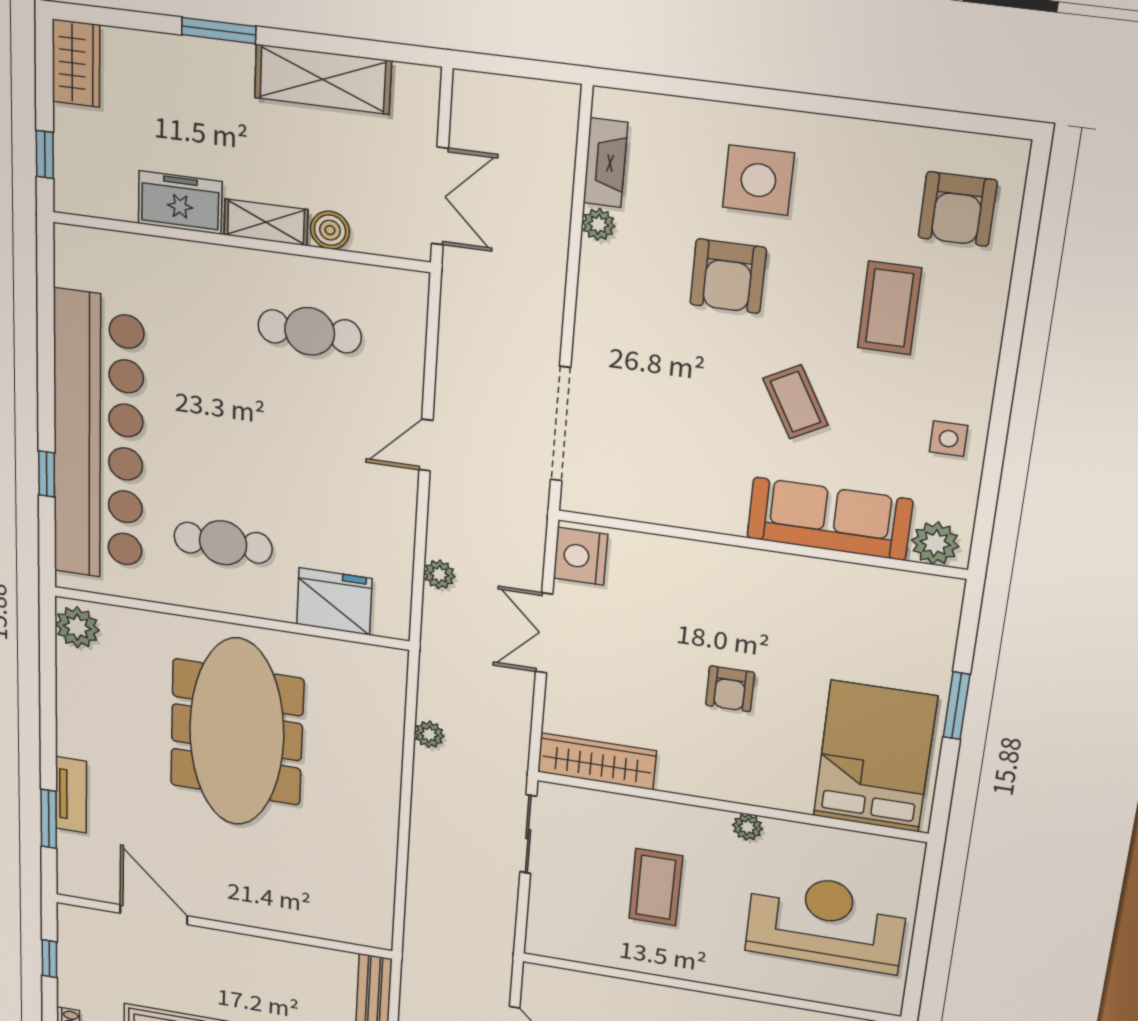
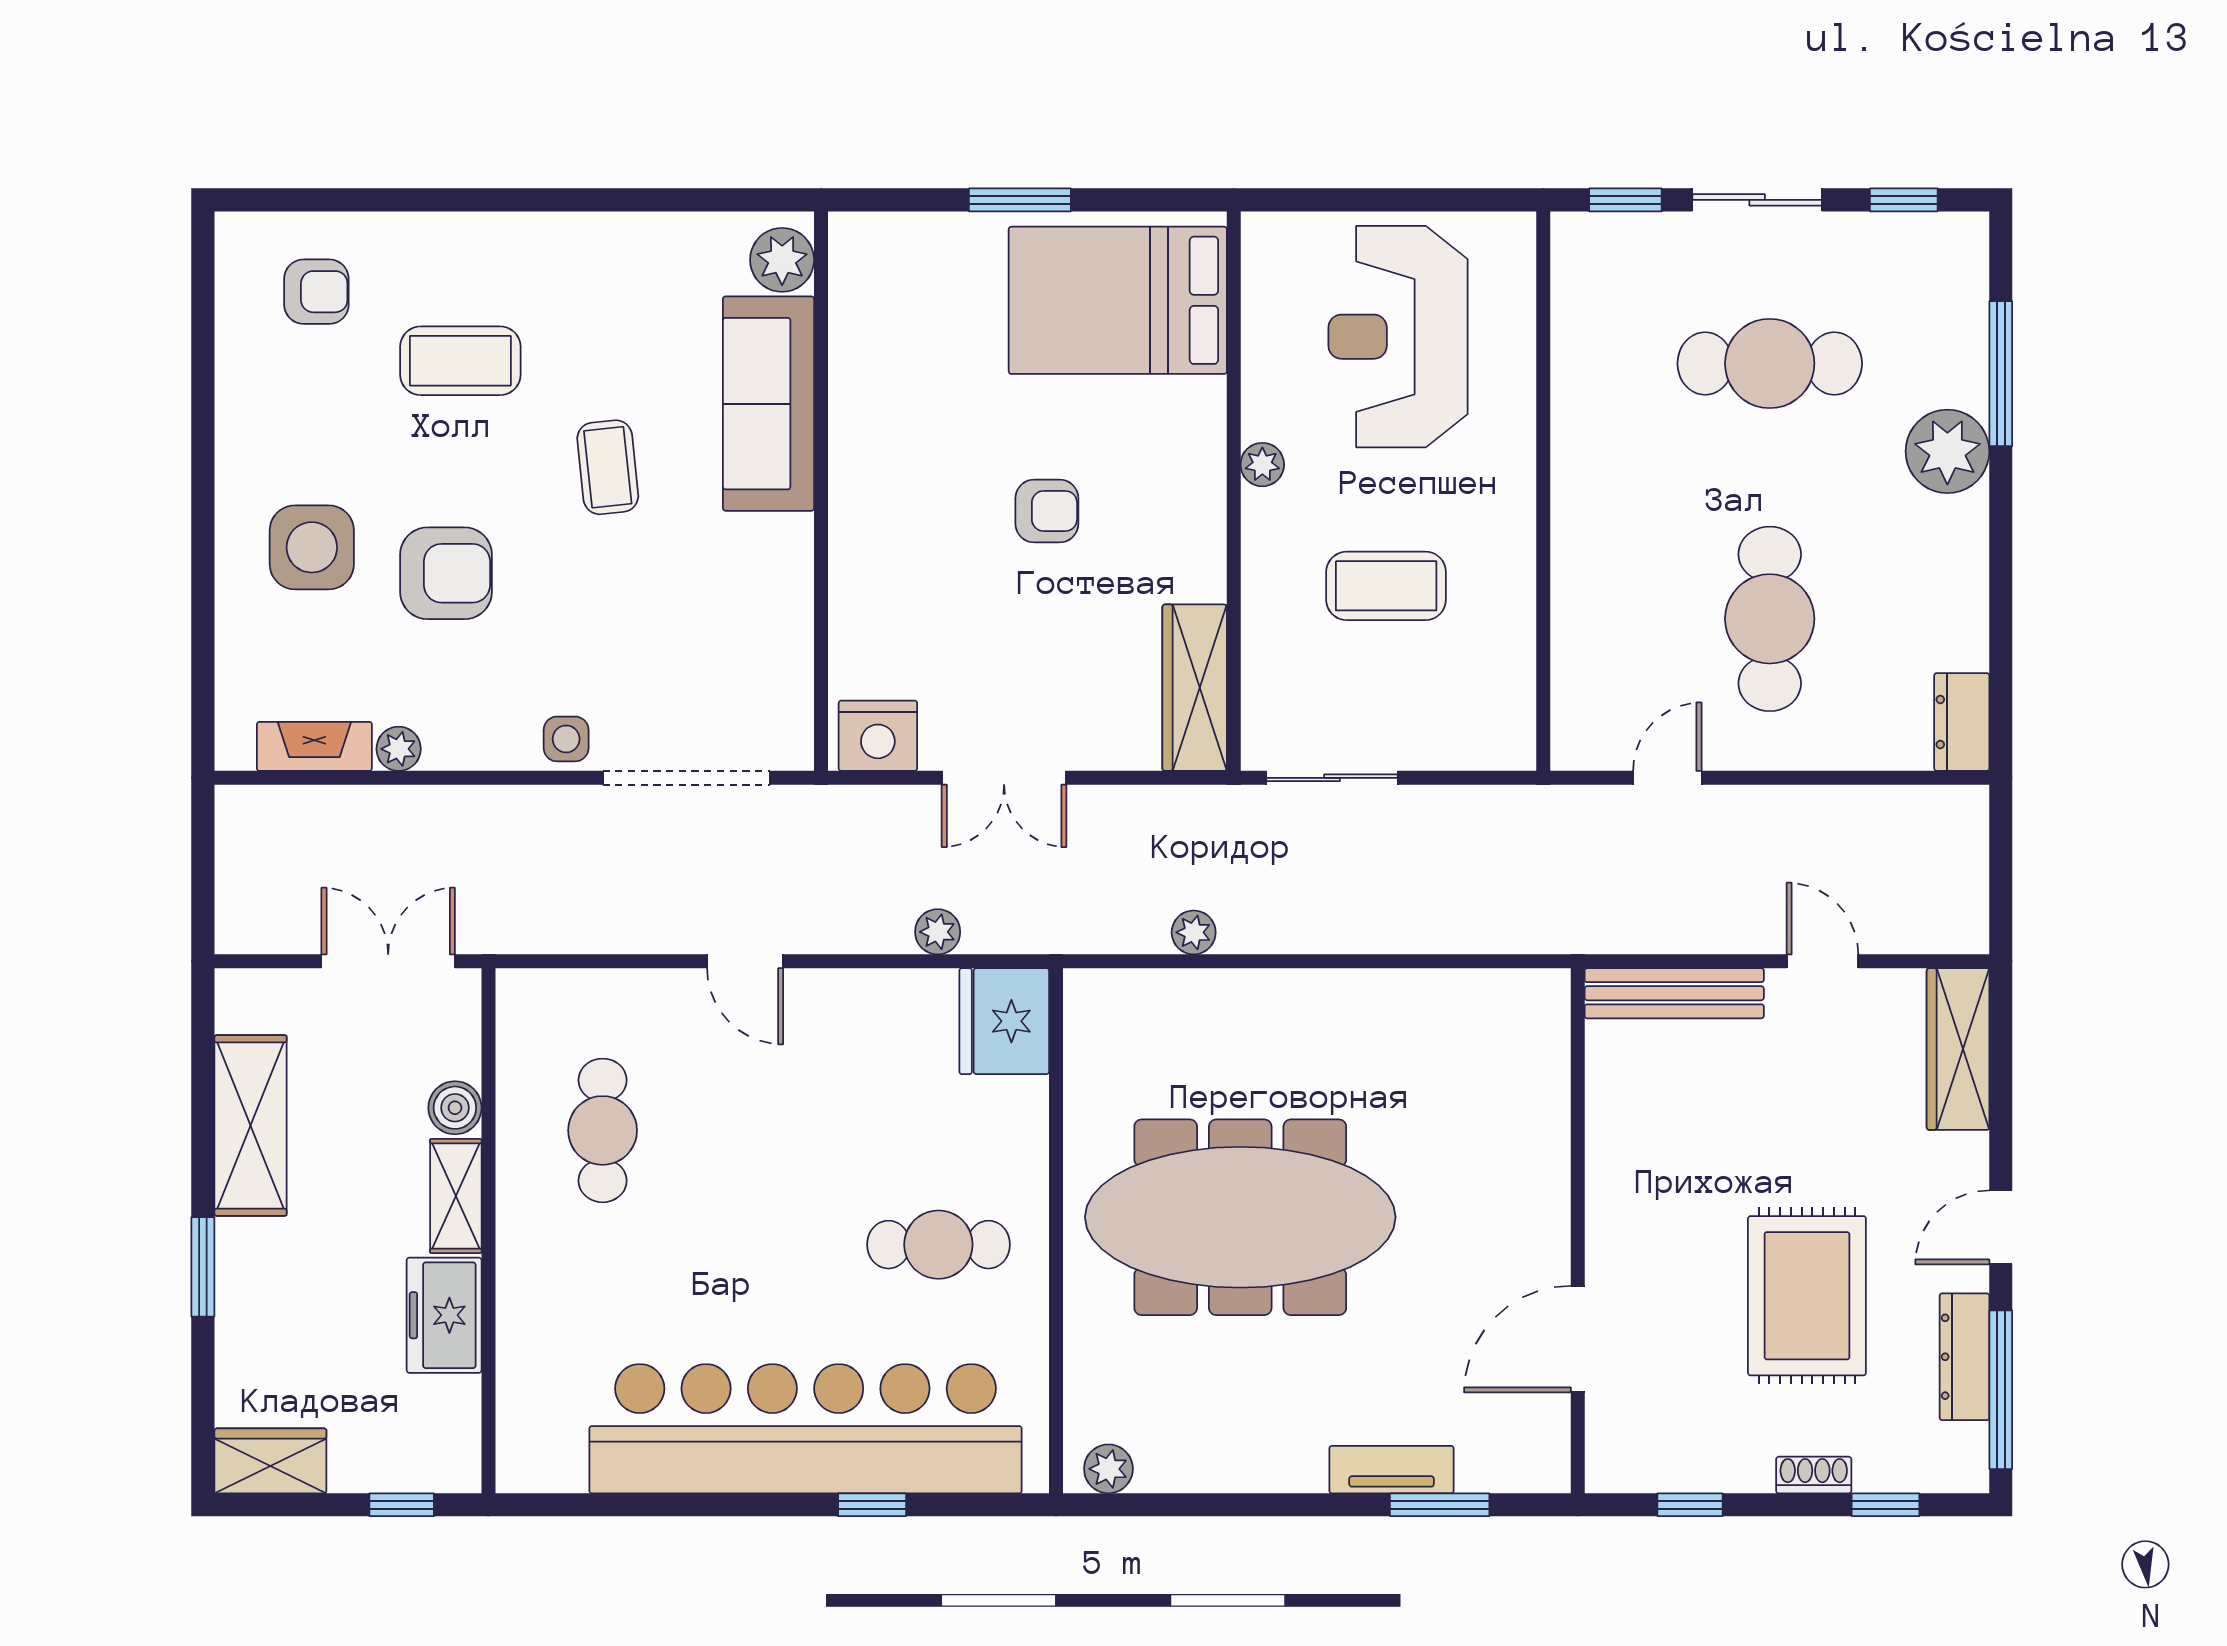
armchair: (958, 209) -> (316, 292), width x0.72, depth x0.72
coffee table: (795, 402) -> (608, 467), turned -67
side table: (949, 439) -> (566, 739), moved
cafe table: (223, 543) -> (938, 1245), turned 90
fridge: (334, 601) -> (1004, 1021), moved
plant: (77, 627) -> (1108, 1469), width x0.73, depth x0.73

